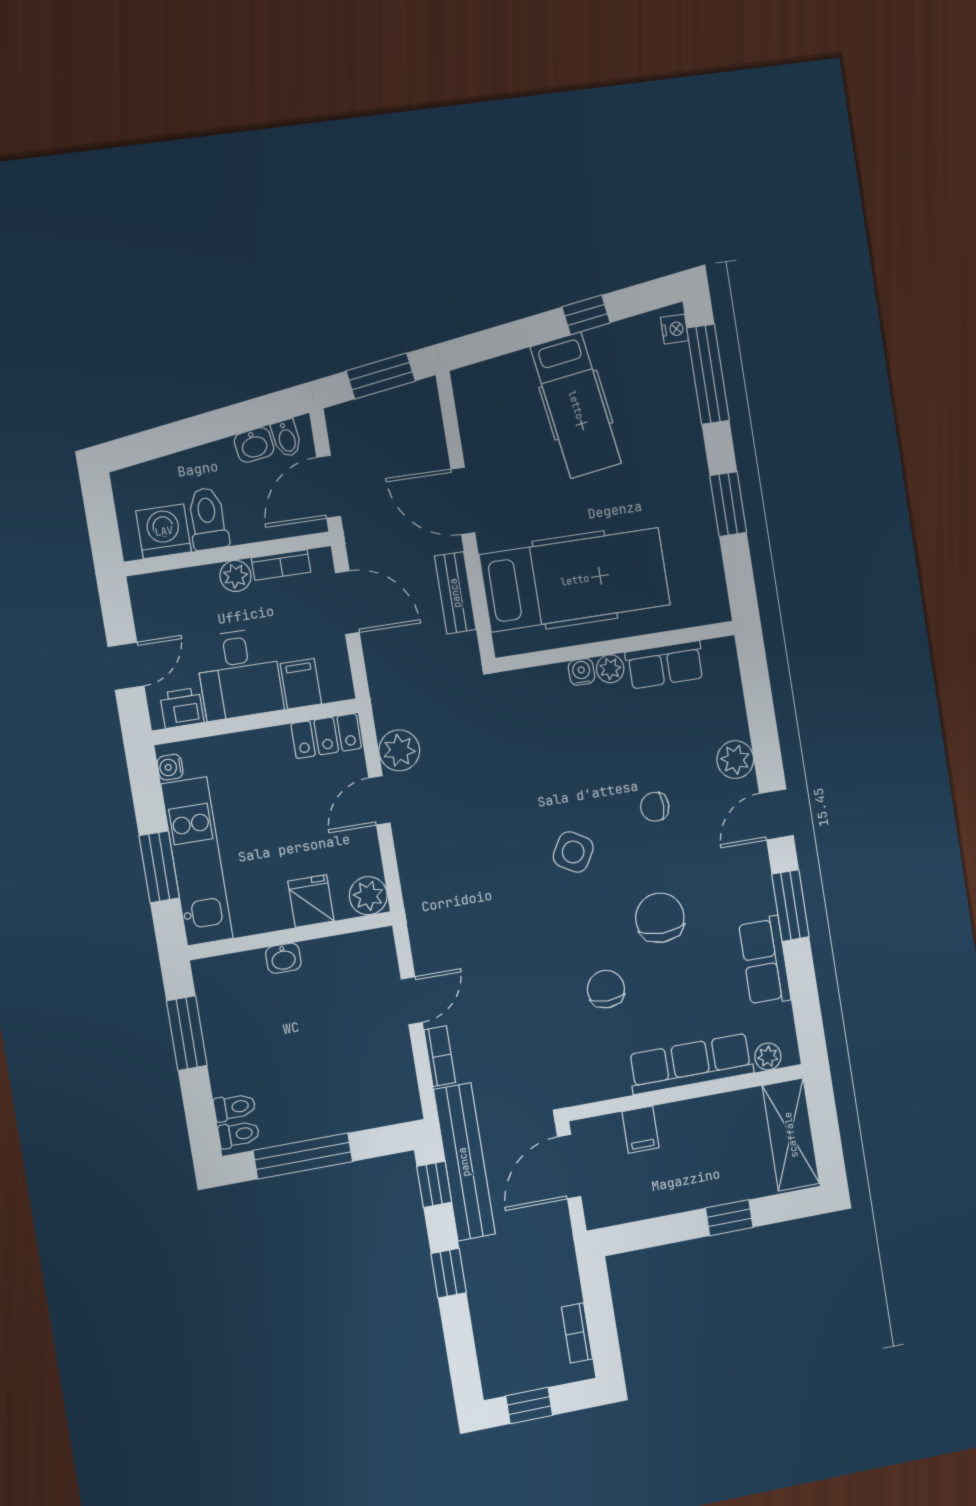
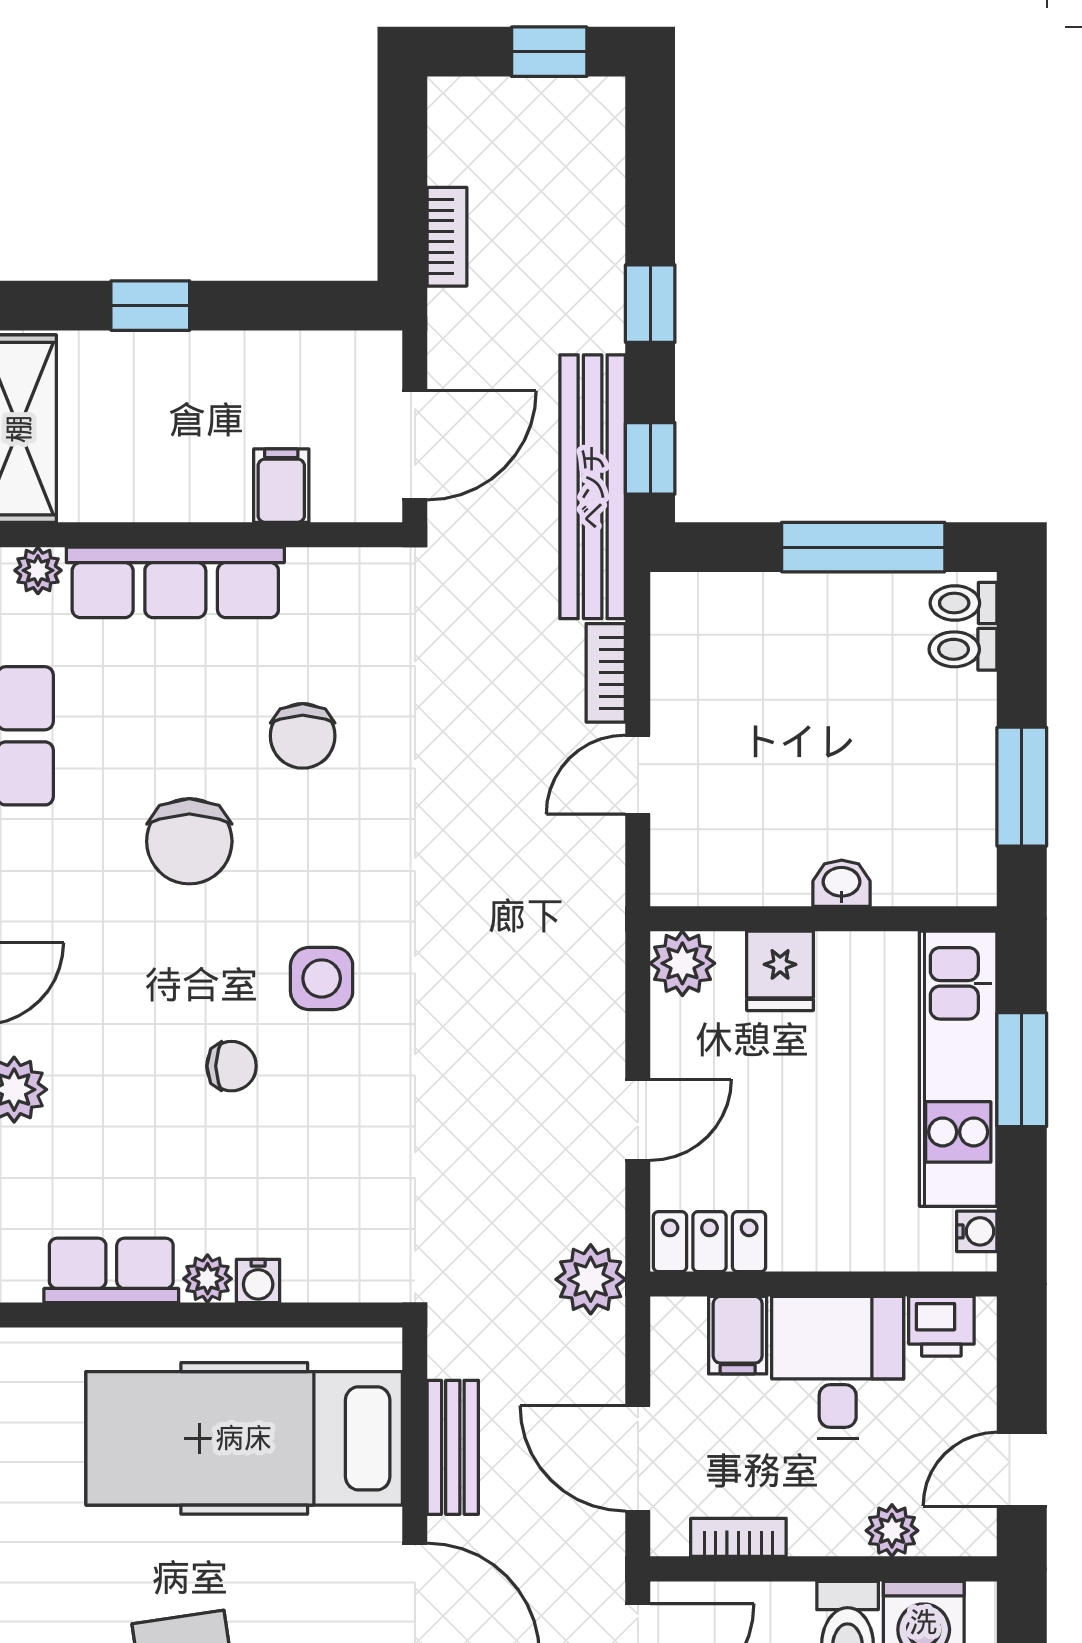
plant: (235, 576) -> (892, 1531), moved
door: (126, 666) -> (1022, 1469), moved
plant: (399, 750) -> (591, 1279), moved
chair: (655, 807) -> (232, 1066), moved
side table: (573, 852) -> (322, 978), turned -30
bookcase: (577, 1333) -> (447, 237), moved

